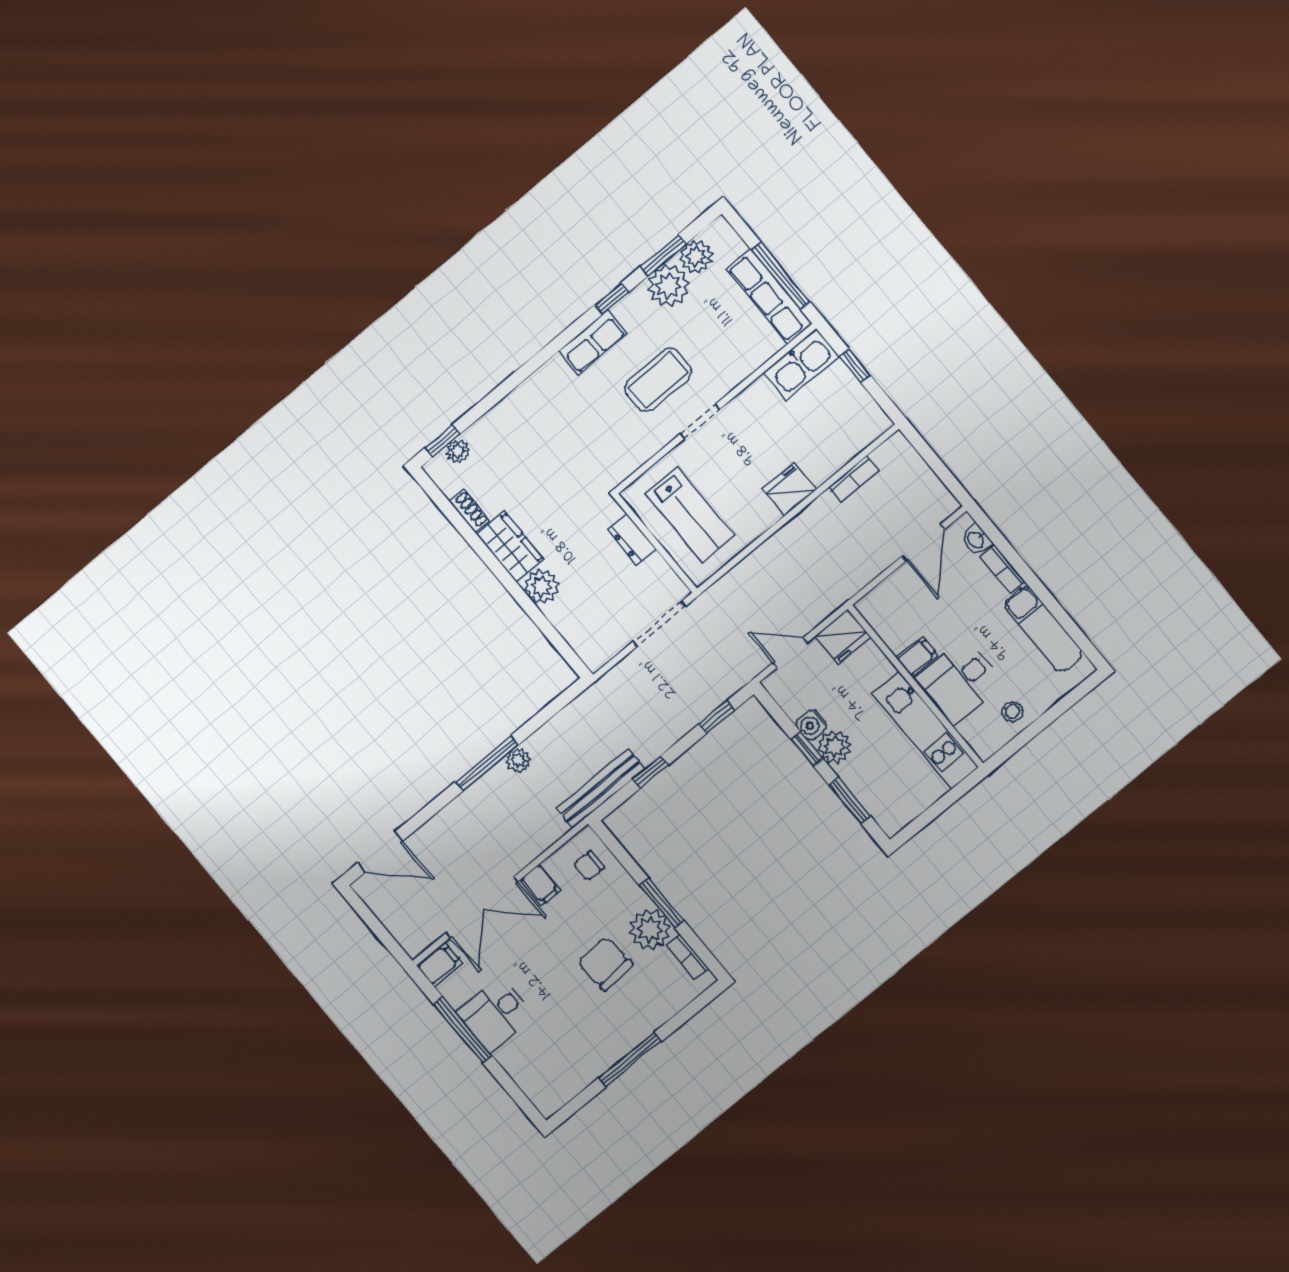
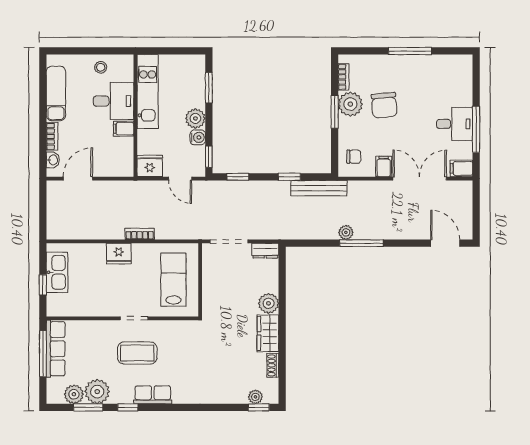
kitchen sink: (801, 364) -> (57, 272), moved, turned 90
bookcase: (853, 479) -> (140, 234), moved
dresser: (632, 539) -> (265, 251), moved, turned 90
window: (807, 749) -> (209, 157), moved

